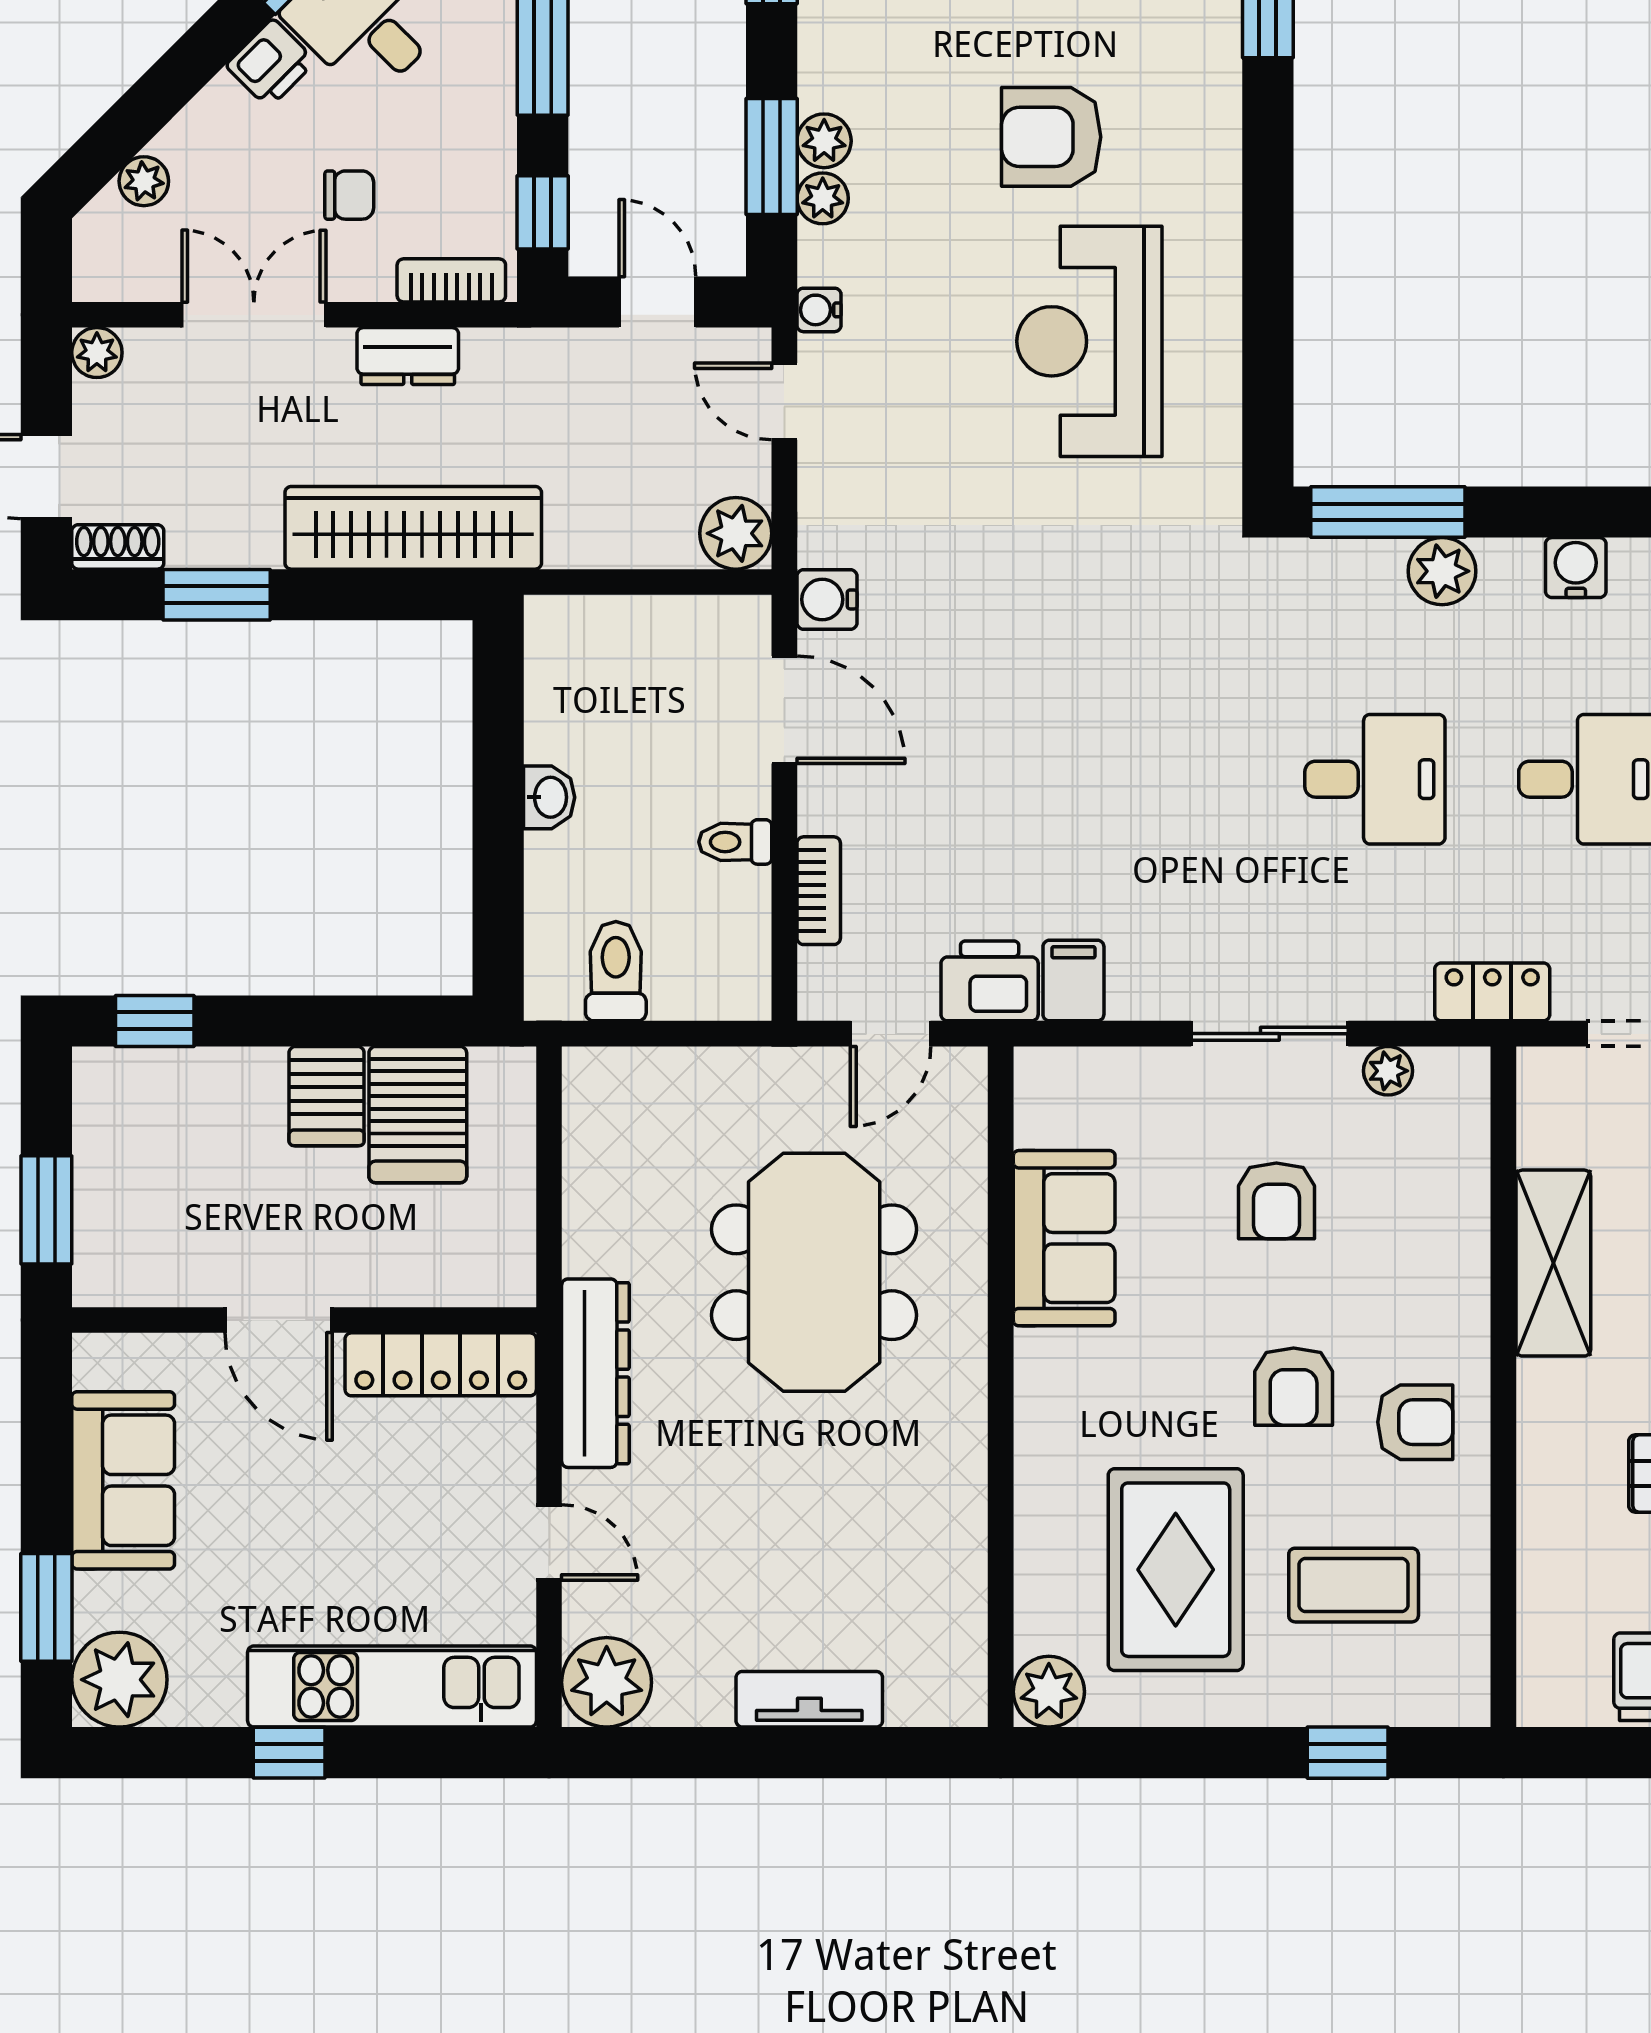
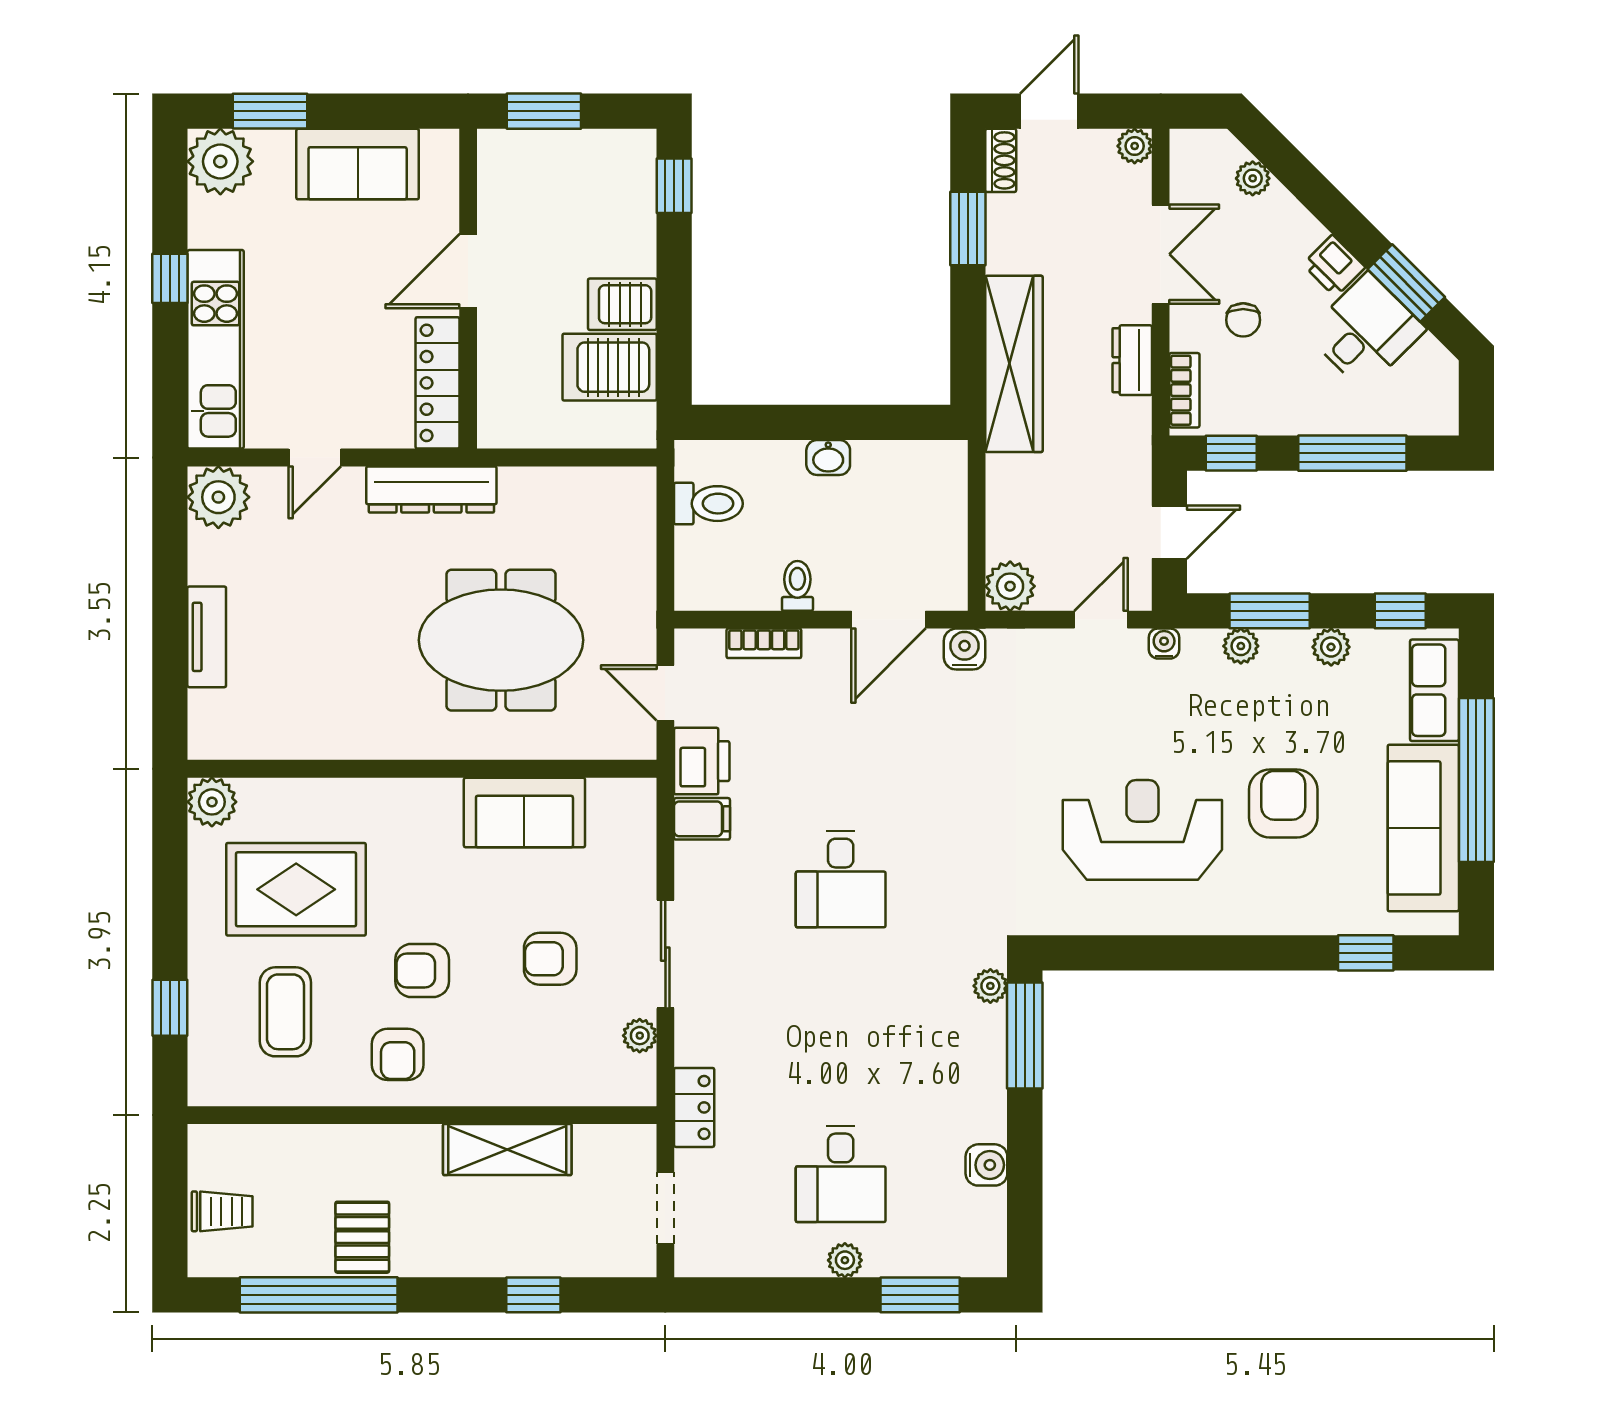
plant: (824, 141) -> (1331, 647), moved
plant: (1442, 571) -> (990, 986), moved, width x0.73, depth x0.73
desk: (1375, 779) -> (841, 879), moved

